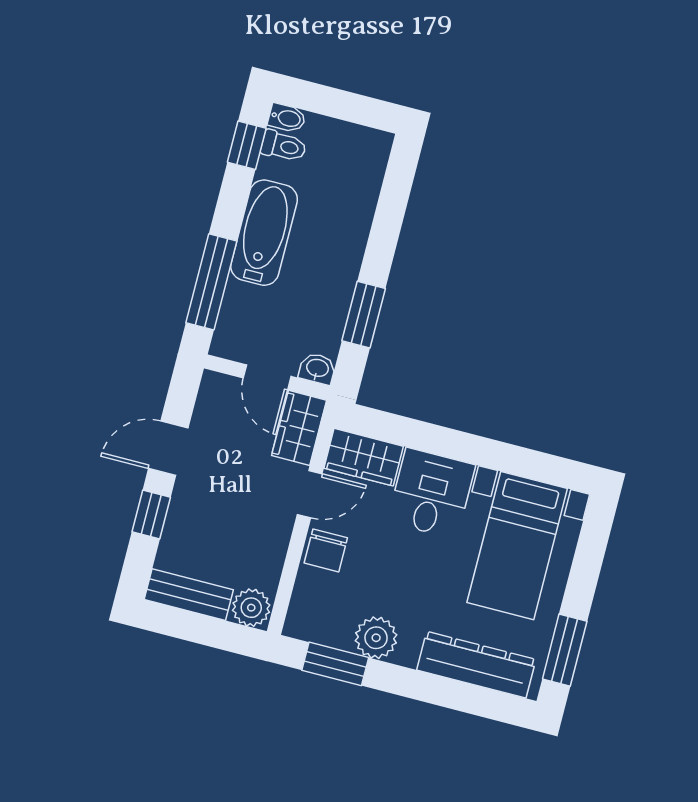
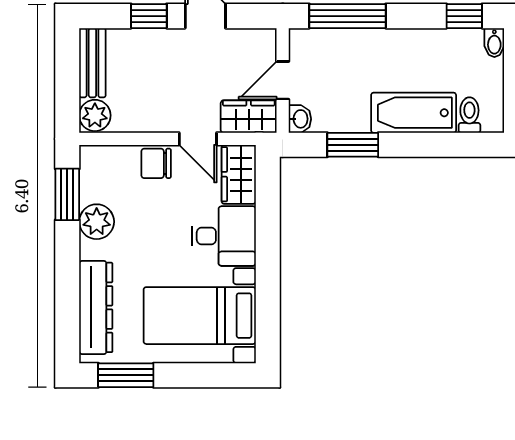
toilet: (284, 146) -> (469, 115), moved, turned 180
bathtub: (264, 233) -> (414, 113), moved, turned 180

